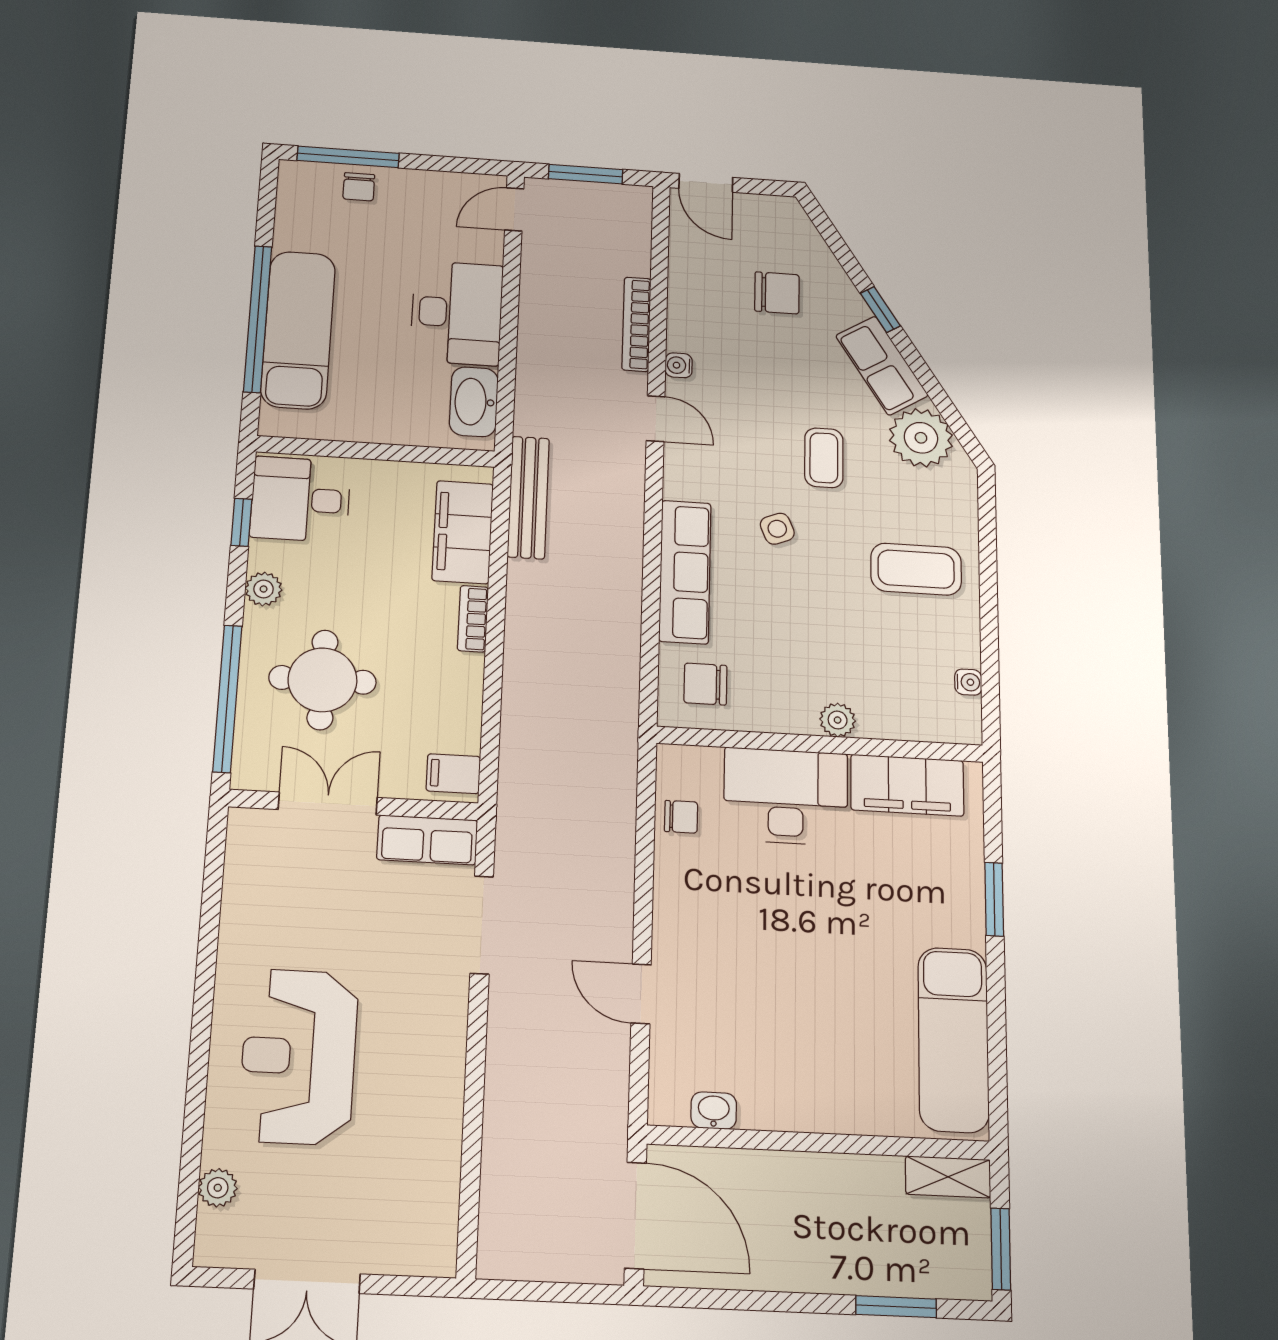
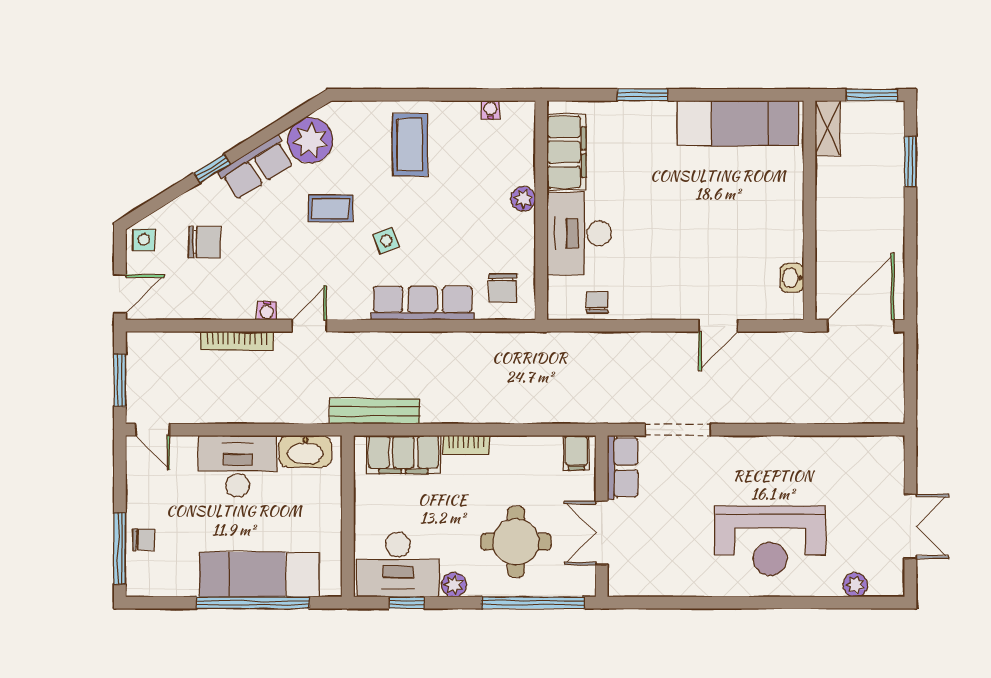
side table: (781, 218) -> (144, 240), added
chair: (777, 293) -> (204, 242), turned 90
desk: (300, 499) -> (398, 565), width x1.37

